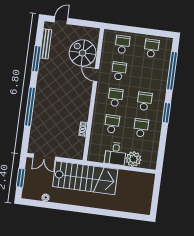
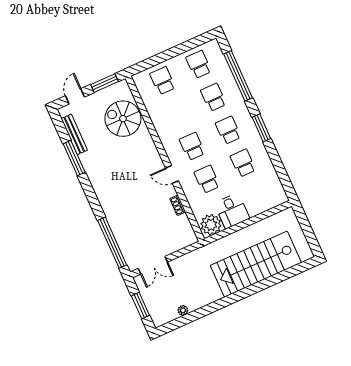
window: (85, 23) -> (104, 83), added
school desk: (119, 71) -> (213, 97), moved
door: (96, 75) -> (172, 174), moved
window: (30, 107) -> (112, 243), moved
plant: (133, 159) -> (211, 225), moved
stairs: (85, 178) -> (256, 264), moved, turned 180

